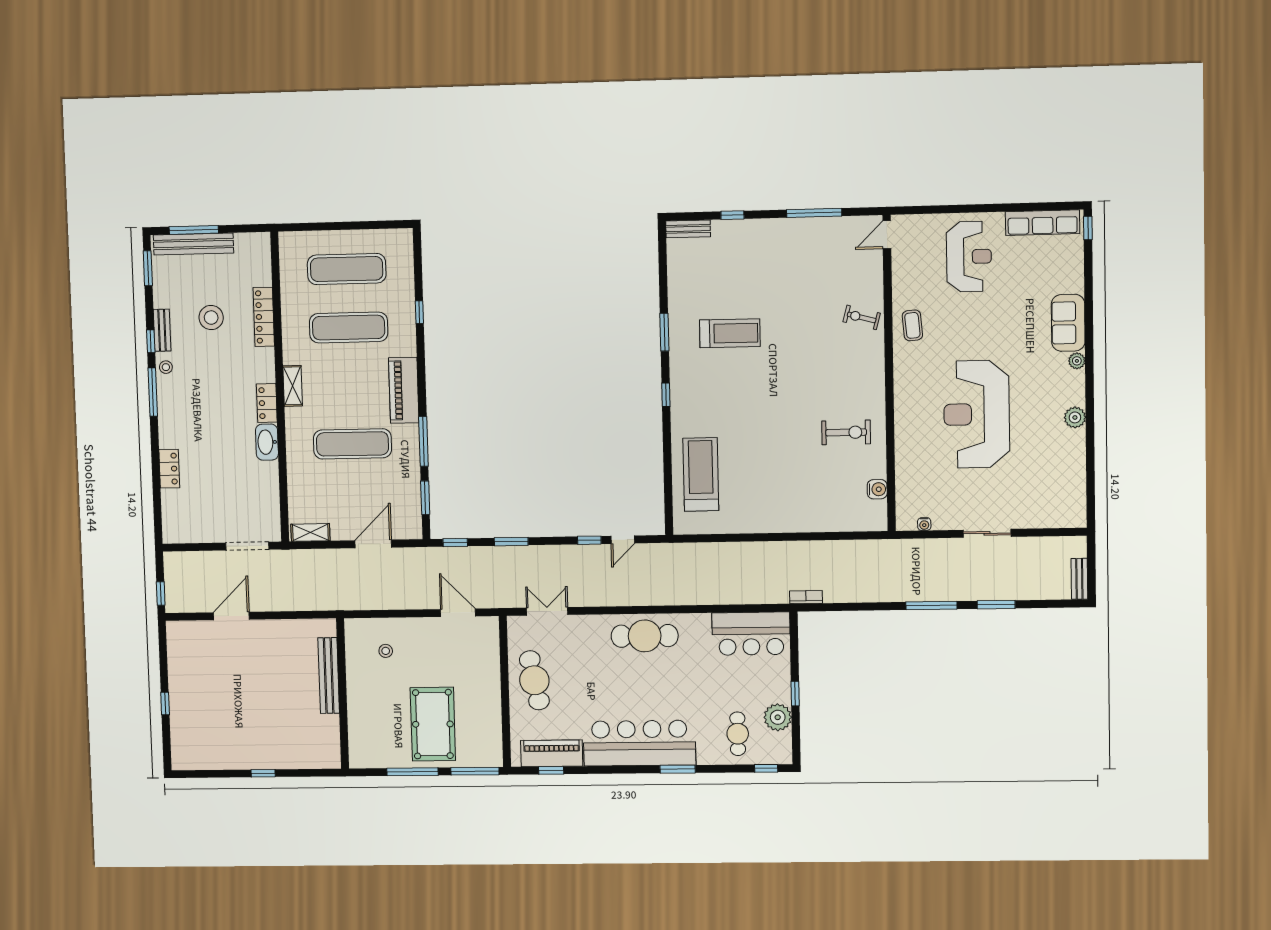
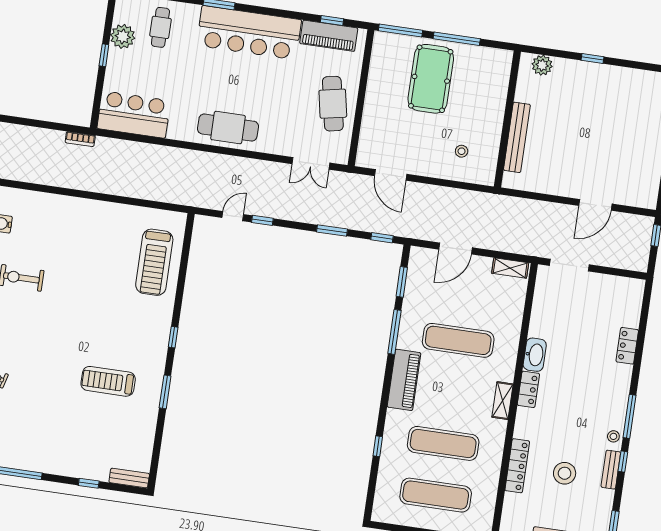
plant: (316, 758) -> (542, 65), added

